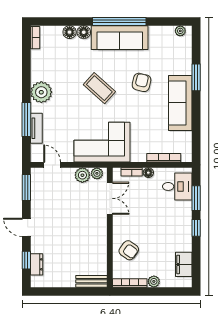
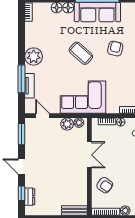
double door: (110, 198) -> (89, 155), moved

